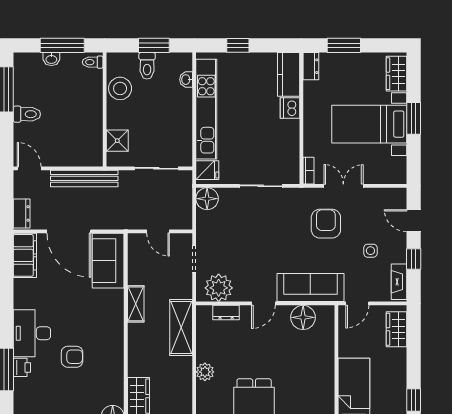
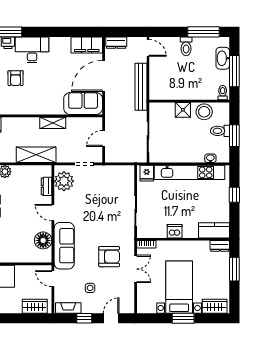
washbasin: (51, 59) -> (223, 58), width x1.91, depth x1.45
dishwasher: (290, 108) -> (175, 231), moved
shower: (117, 141) -> (183, 110), moved
door: (29, 168) -> (148, 48), hinge flipped
floor lamp: (207, 199) -> (127, 173), removed

